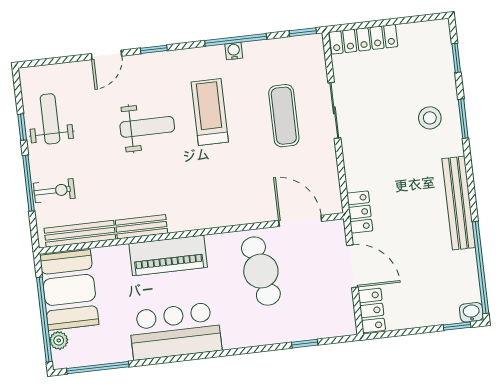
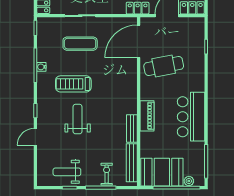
door: (106, 55) -> (35, 137), swing flipped
door: (300, 221) -> (139, 41), width x1.36
piano: (168, 255) -> (147, 116), width x0.73, depth x0.75

